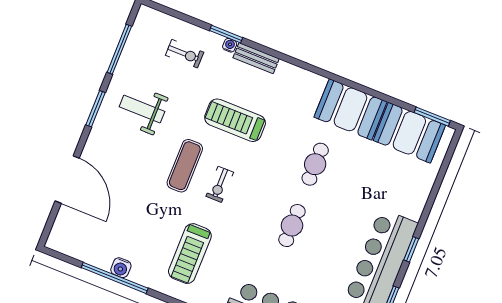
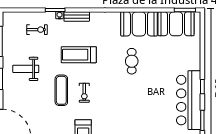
cafe table: (292, 226) -> (132, 99), removed

